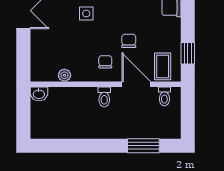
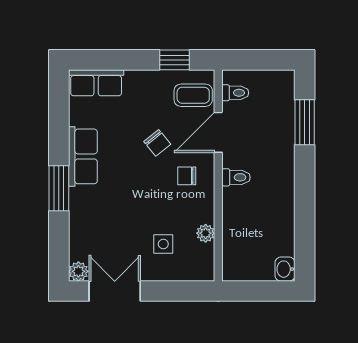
side table: (86, 13) -> (163, 244), moved
chair: (129, 41) -> (157, 143), turned -129
washbasin: (39, 94) -> (285, 269), moved, turned 180

